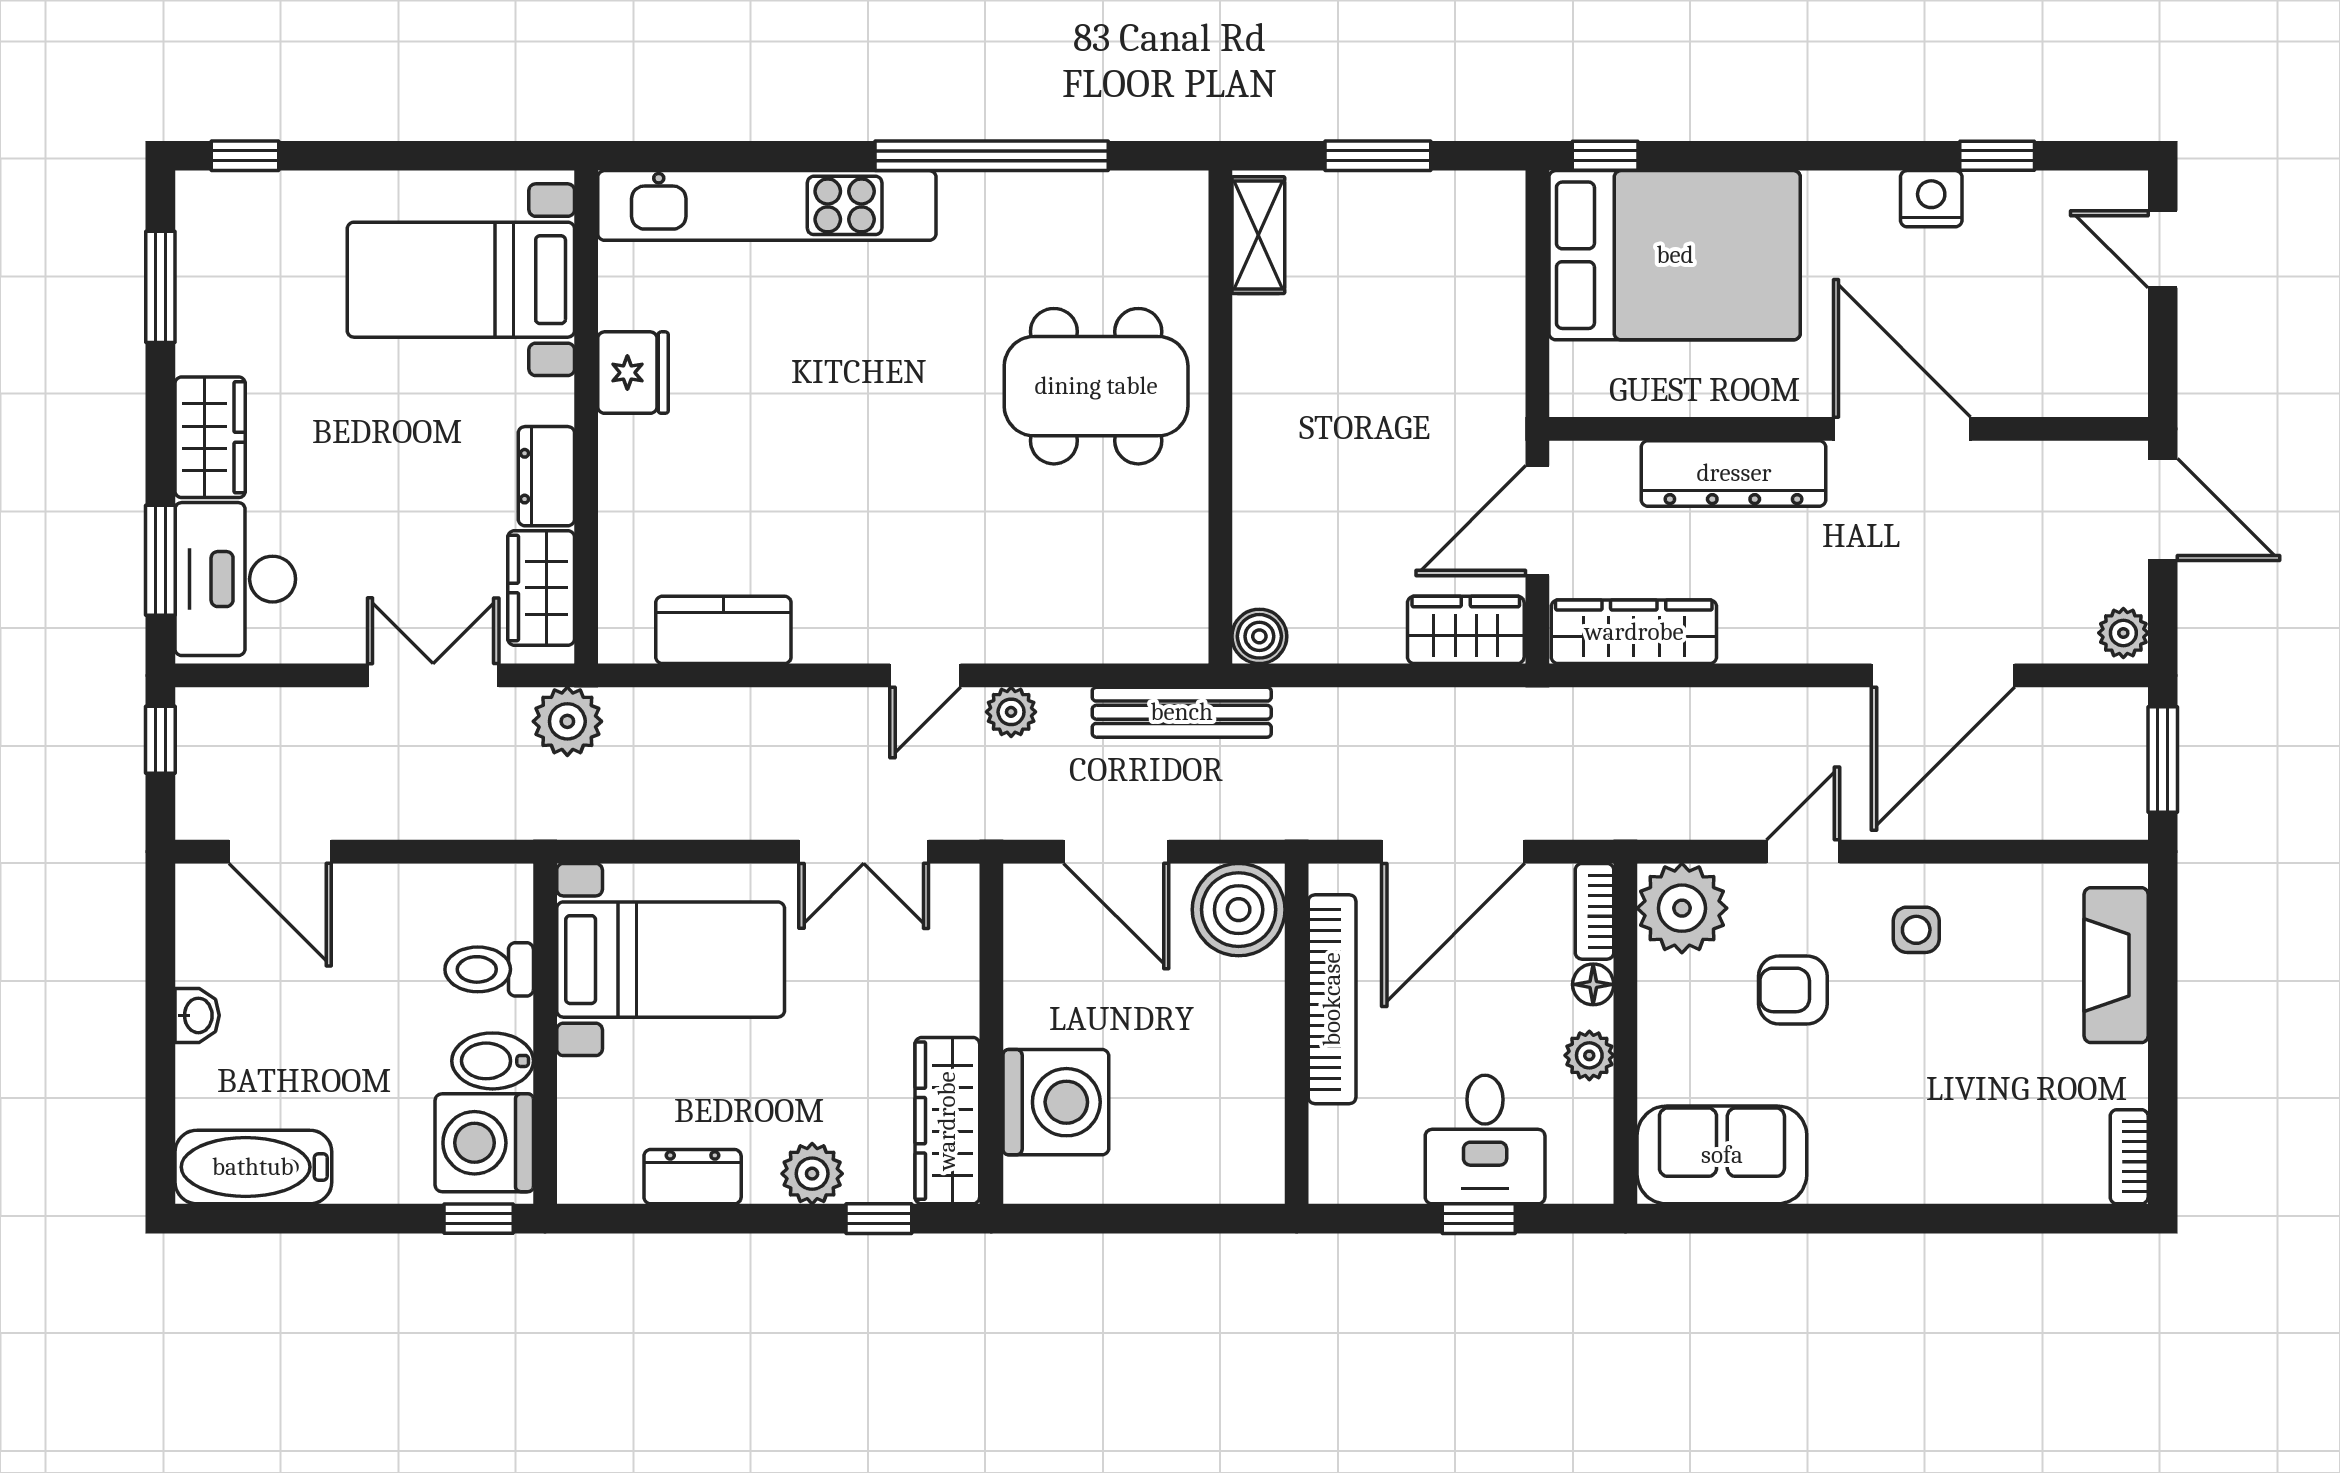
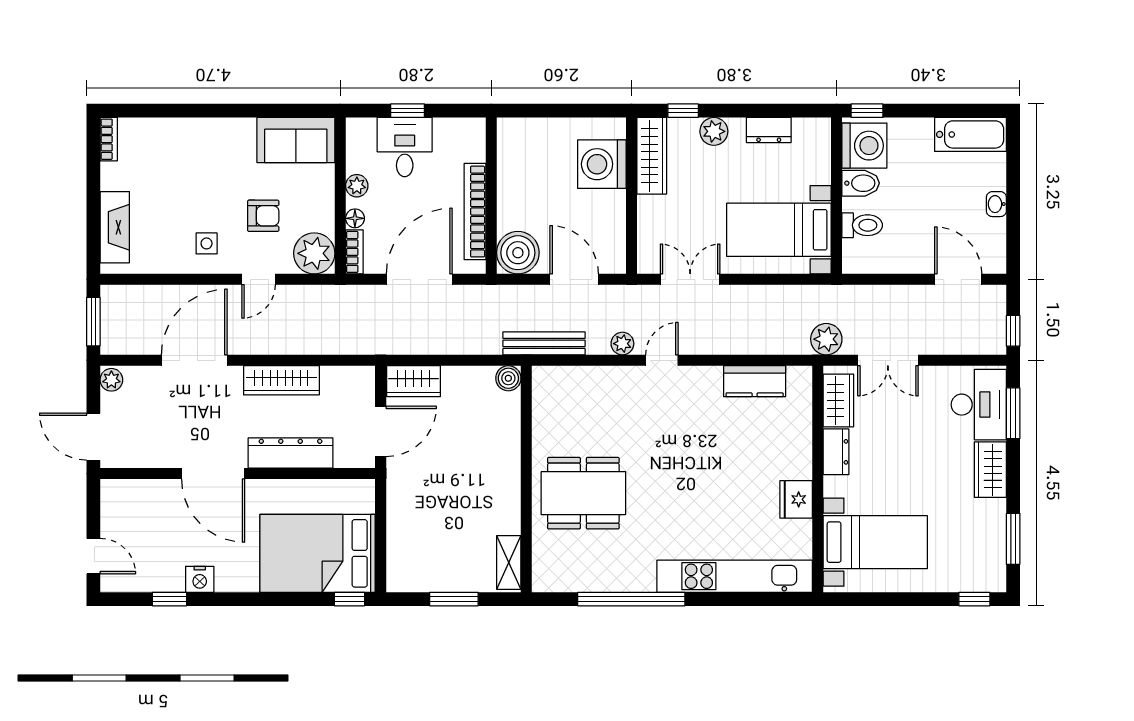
wardrobe: (1634, 632) -> (281, 380), moved

